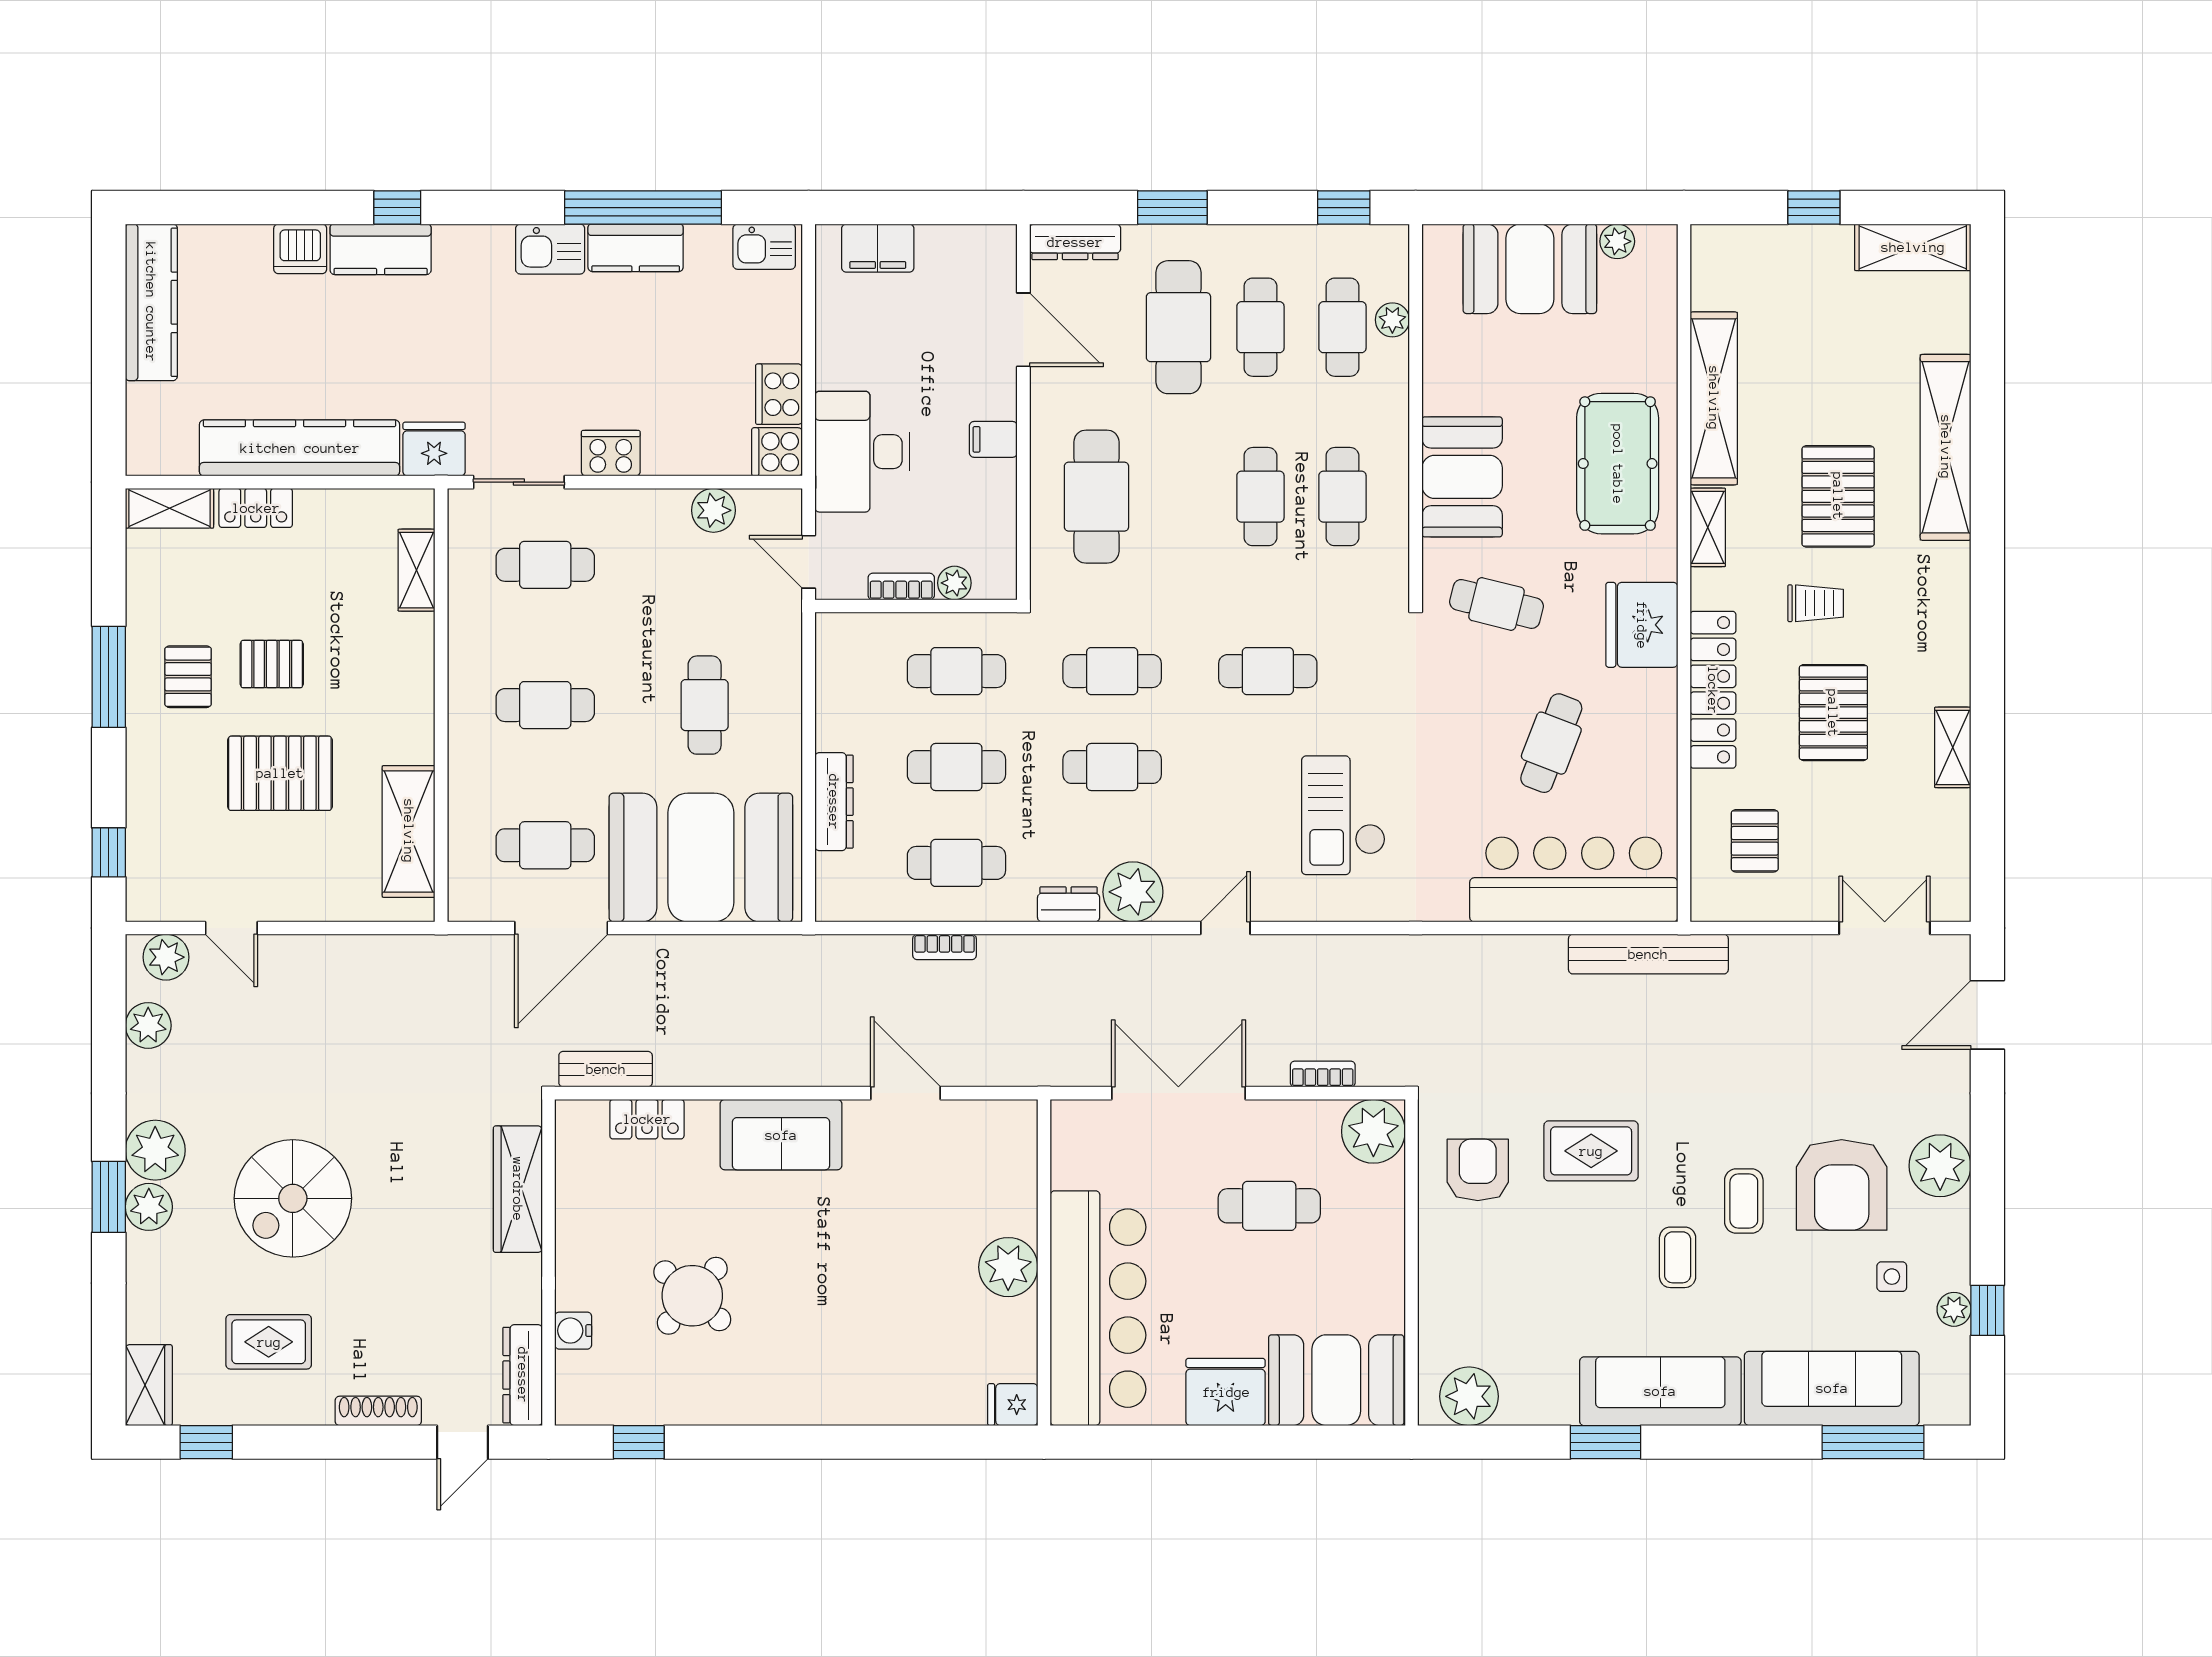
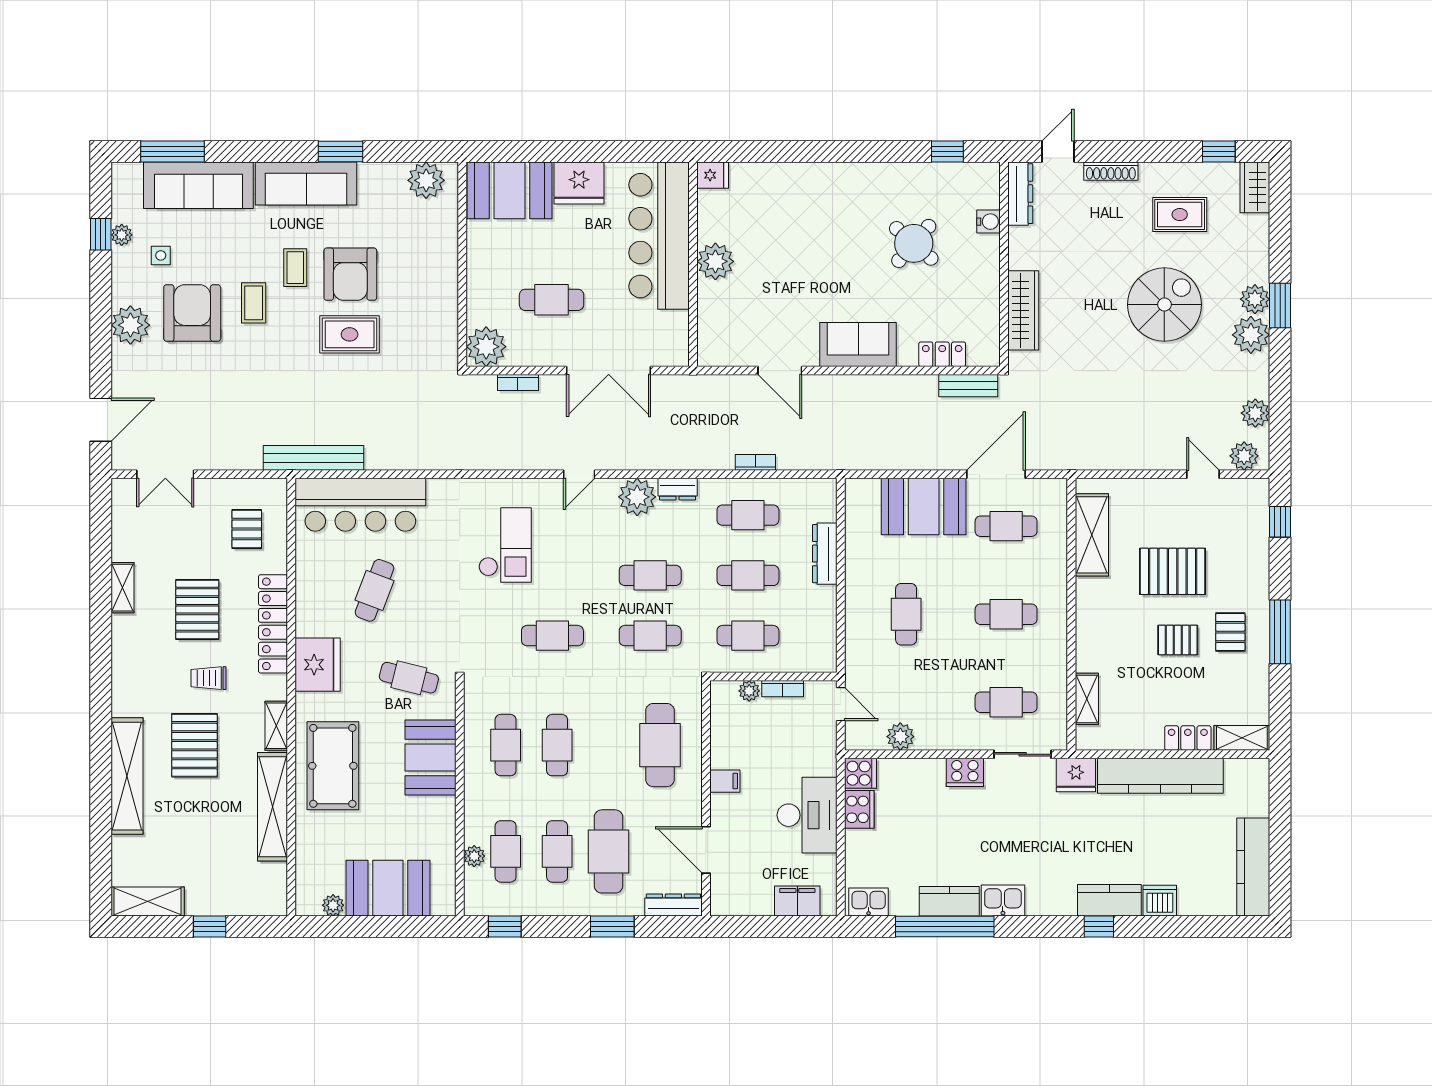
desk: (862, 452) -> (807, 815), moved
booth: (701, 857) -> (924, 507), width x0.73, depth x0.70
armchair: (1478, 1170) -> (350, 274), moved, width x1.36, depth x1.36

